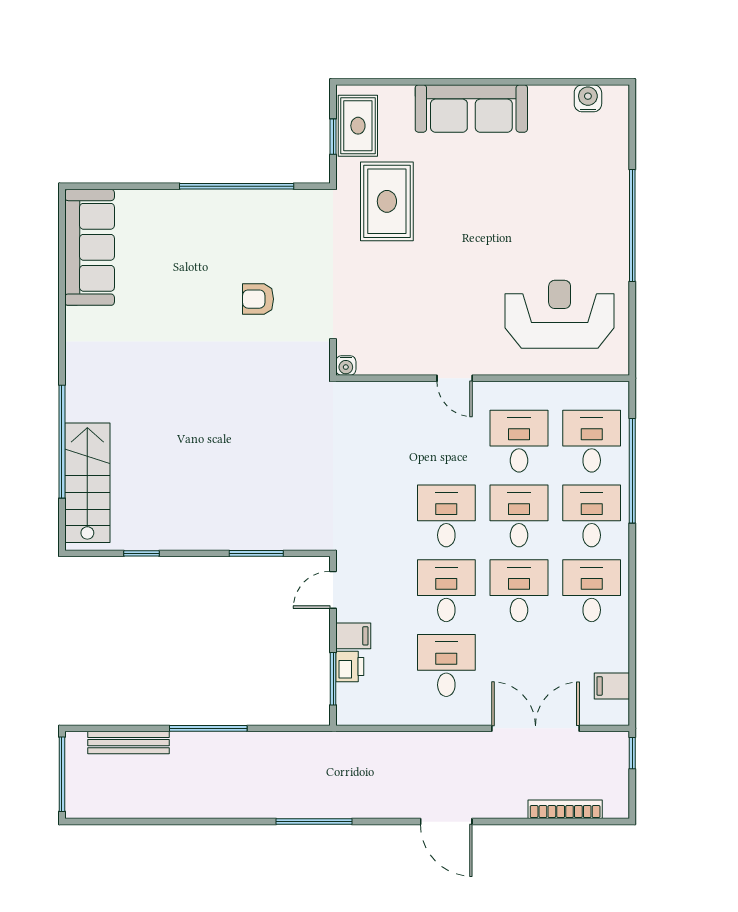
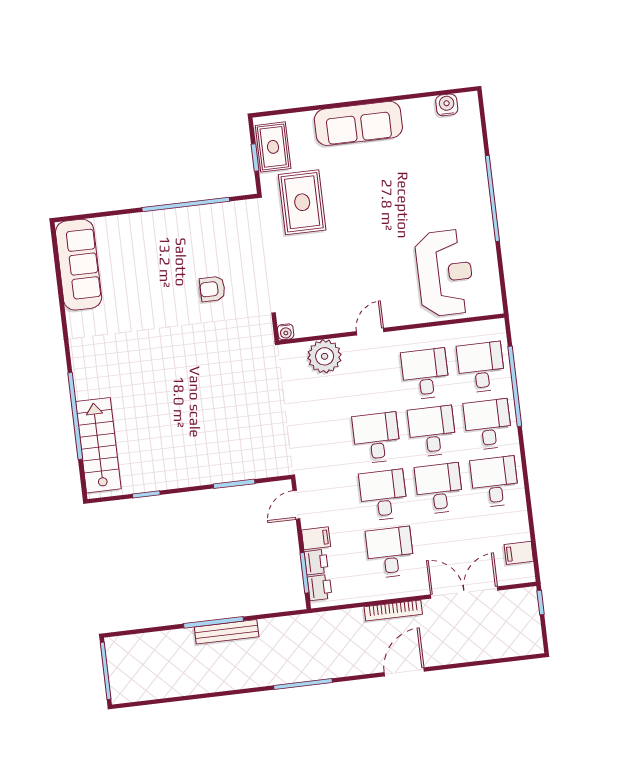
reception desk: (560, 314) -> (445, 273), turned 90
door: (455, 378) -> (370, 332), swing flipped
plant: (392, 403) -> (325, 356), added
printer: (350, 700) -> (320, 588), added
bench: (128, 743) -> (227, 632), moved
bookcase: (565, 809) -> (393, 610), moved, turned 180
door: (446, 822) -> (404, 672), swing flipped

